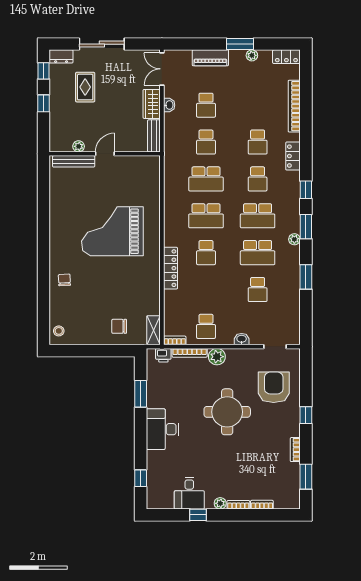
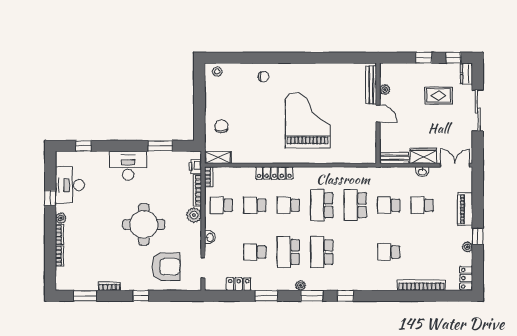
window: (240, 44) -> (478, 236), width x0.67
locker: (293, 156) -> (239, 284), moved
school desk: (258, 179) -> (255, 205), moved
desk: (189, 493) -> (70, 185), width x1.37

